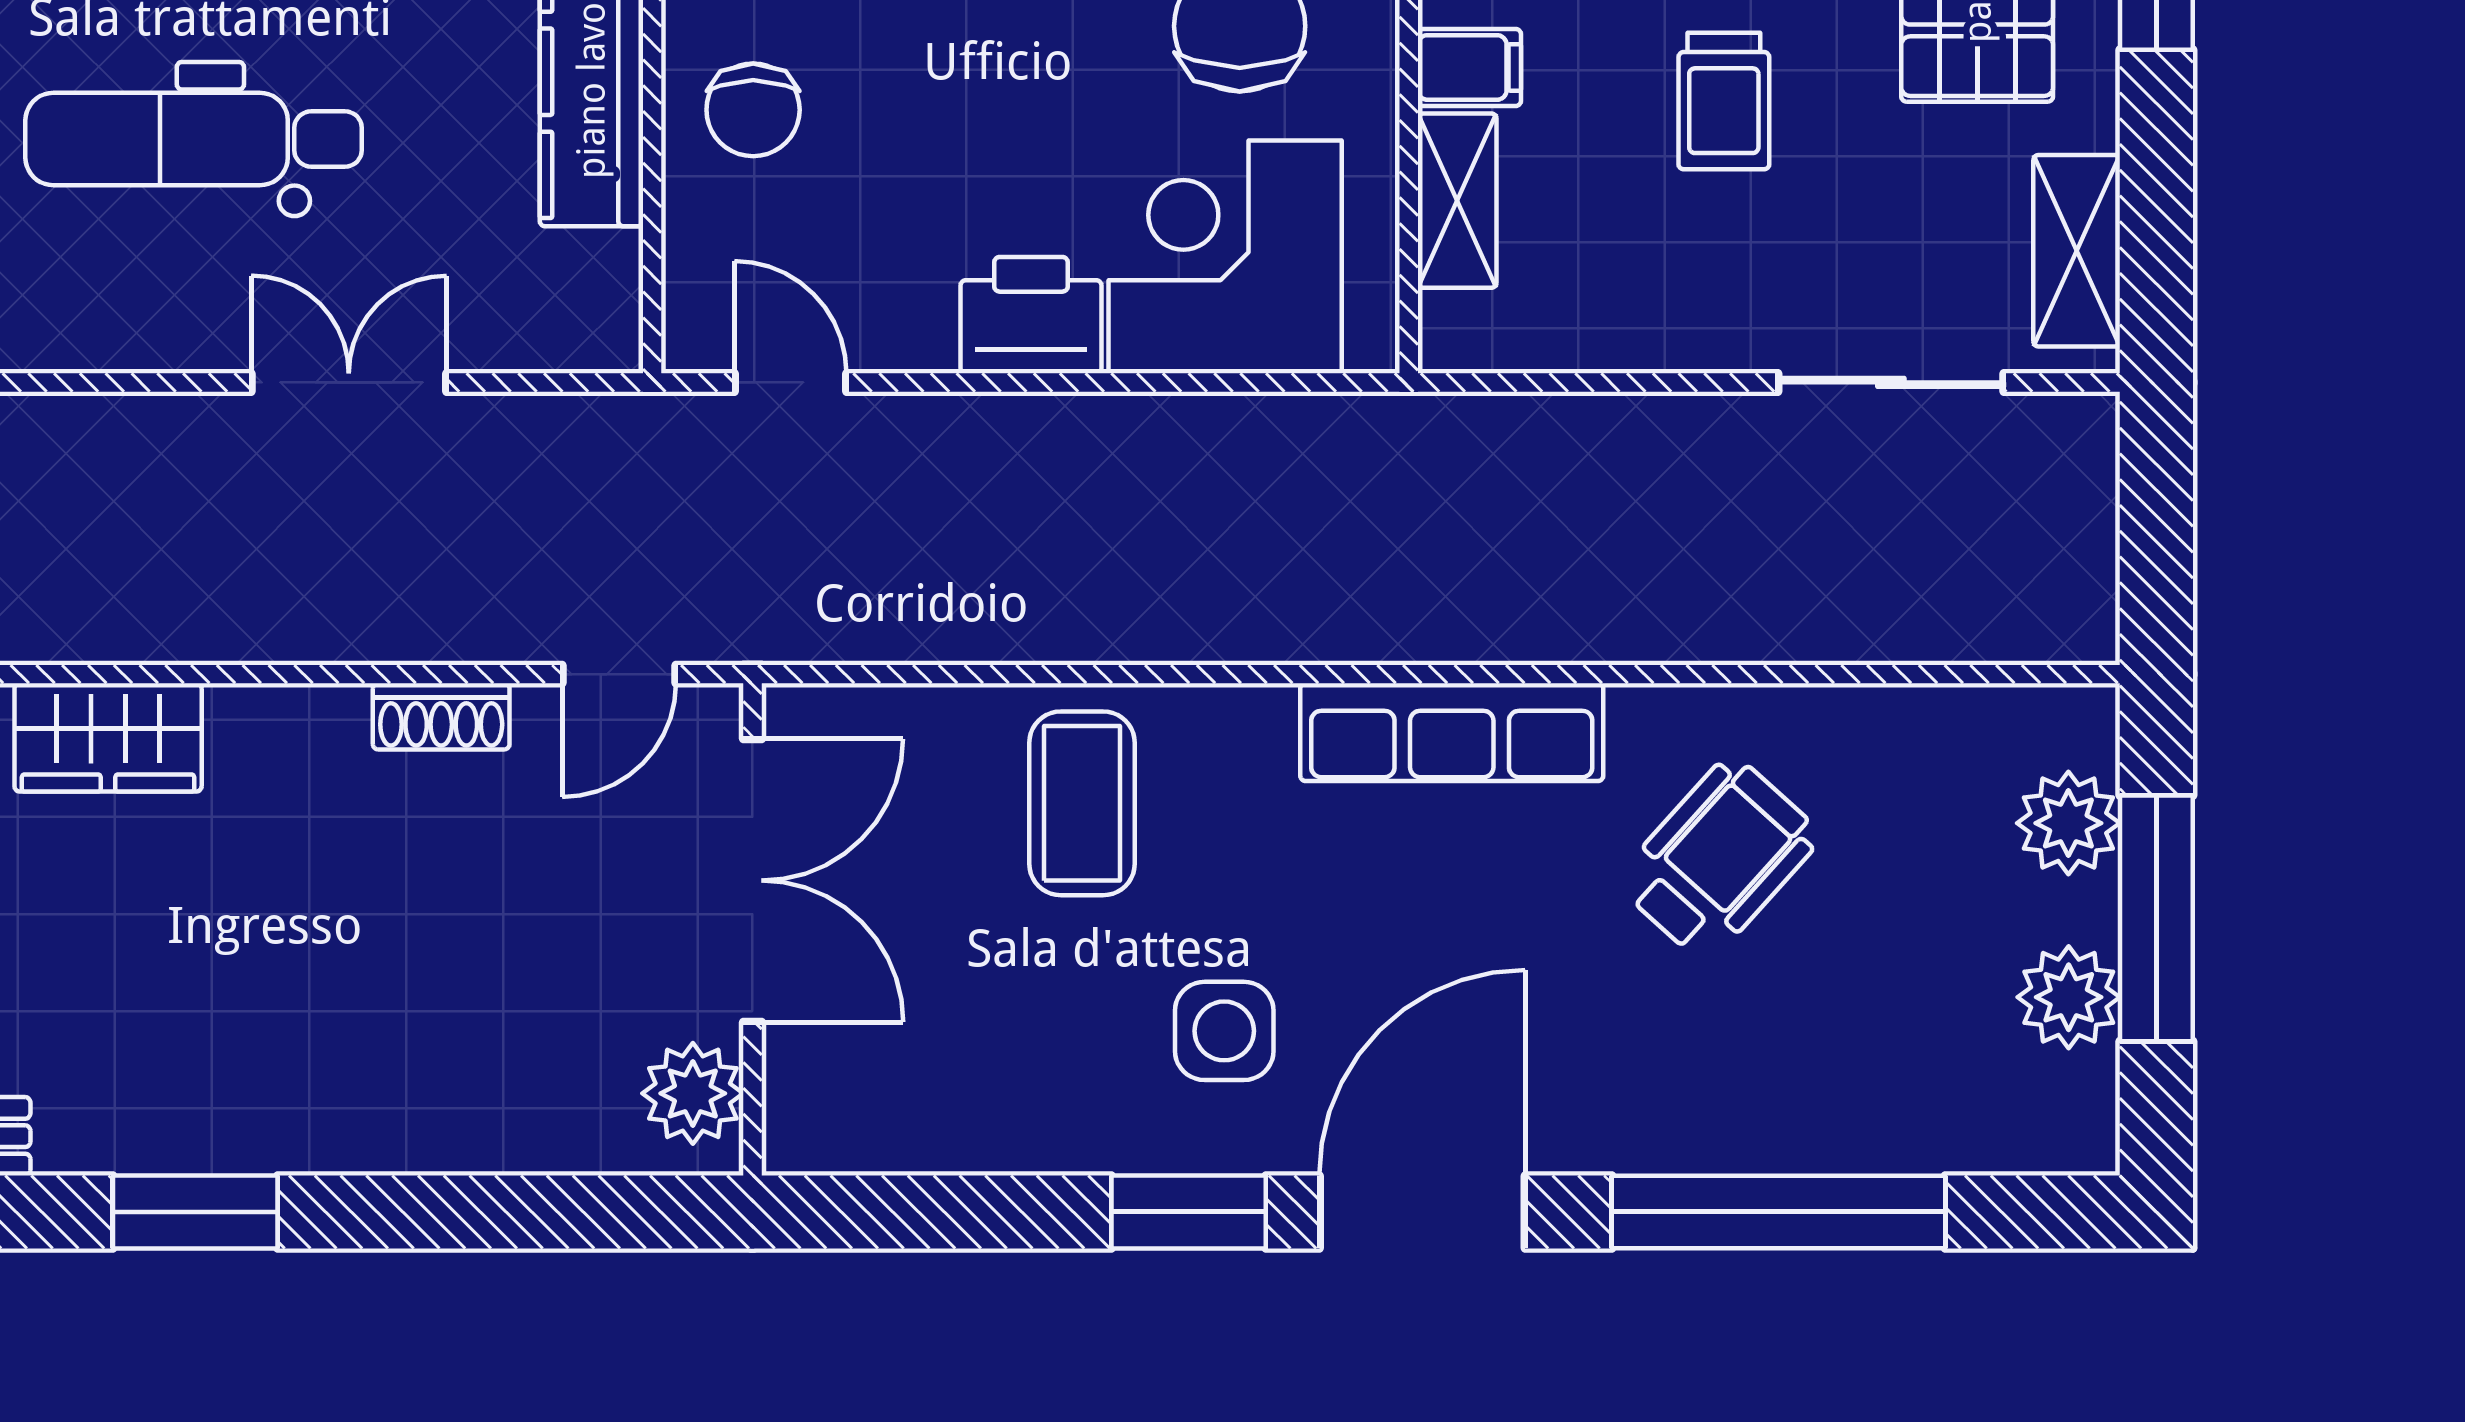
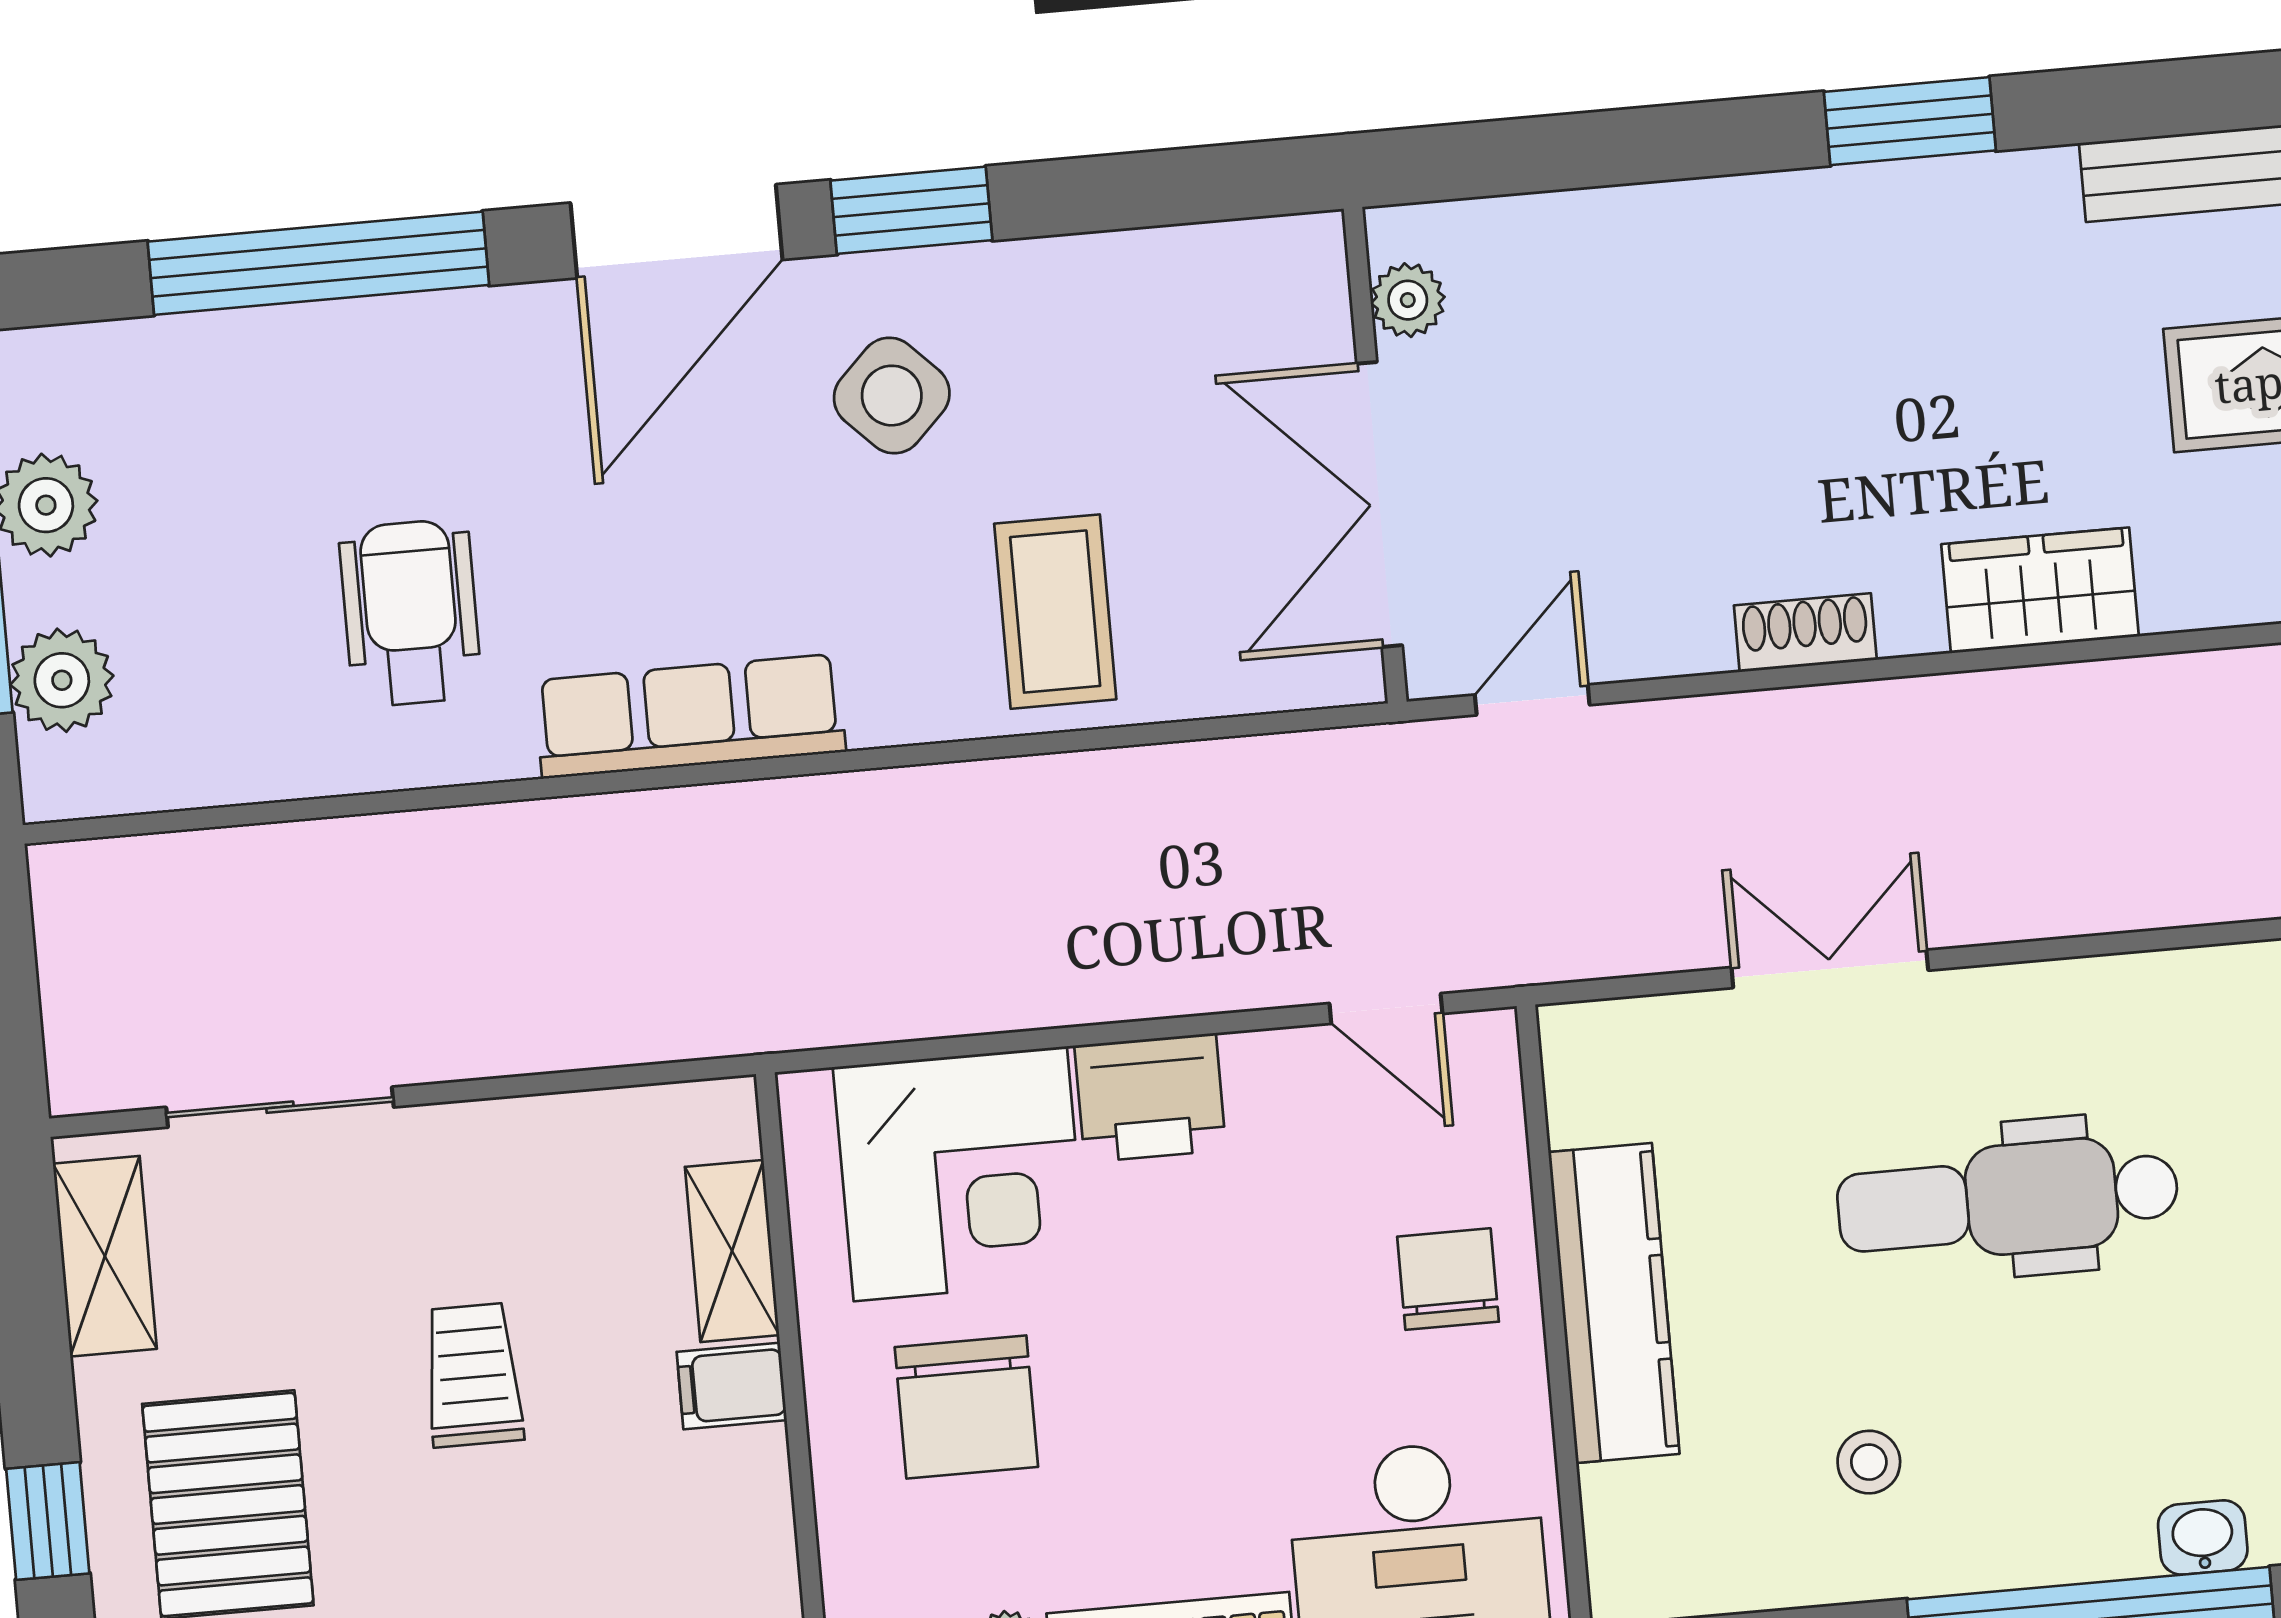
dental chair: (194, 139) -> (2008, 1200), turned 180
double door: (349, 382) -> (1830, 969), swing flipped
shoe rack: (441, 716) -> (1805, 633), moved
wheelchair: (1718, 859) -> (410, 613), turned 138
side table: (1224, 1031) -> (892, 396), turned 45
plant: (693, 1093) -> (1408, 300), width x0.73, depth x0.73

